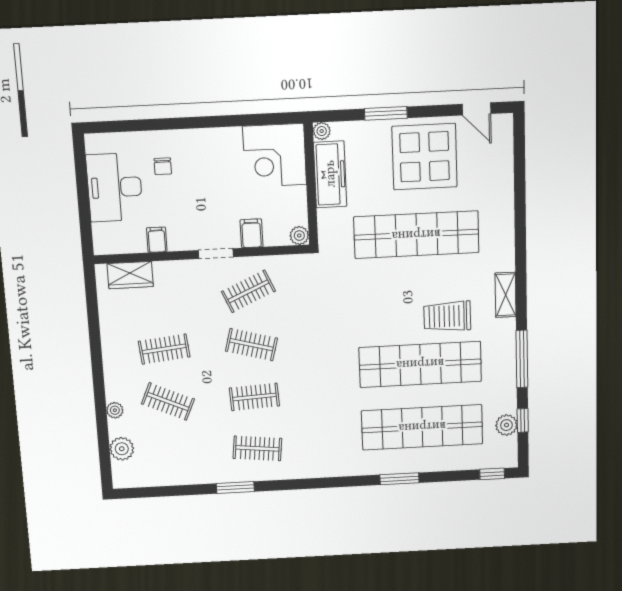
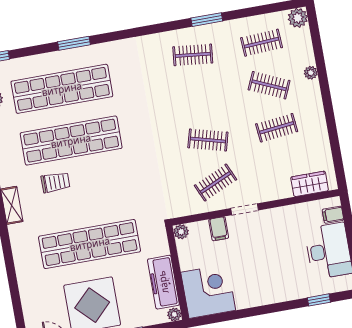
window: (133, 126) -> (319, 300), added
chair: (163, 166) -> (293, 272), removed
filing cabinet: (157, 240) -> (333, 215), moved, turned 90
trolley: (447, 316) -> (55, 182), width x0.73, depth x0.72
clothes rail: (254, 397) -> (262, 43), moved
plant: (122, 449) -> (298, 18), moved

